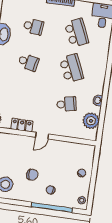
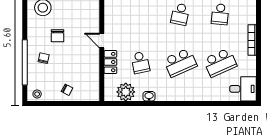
locker: (22, 125) -> (110, 62), moved

